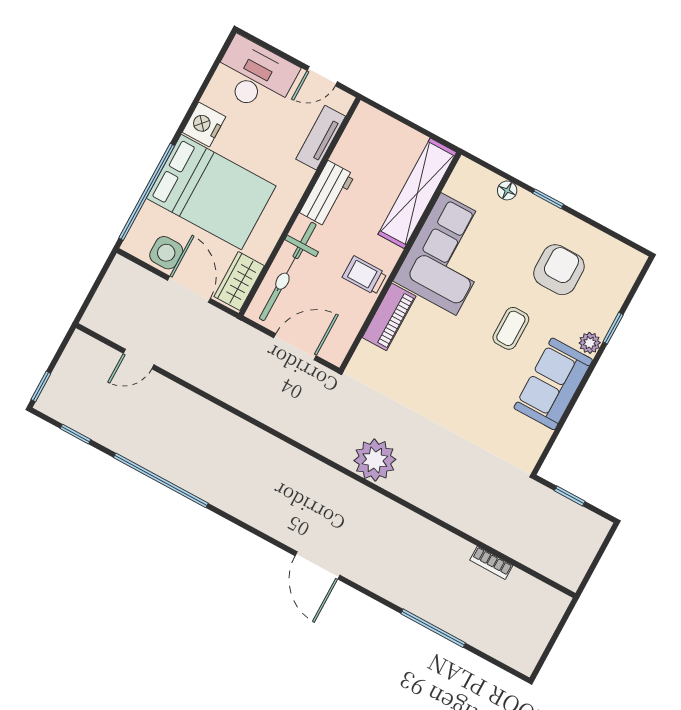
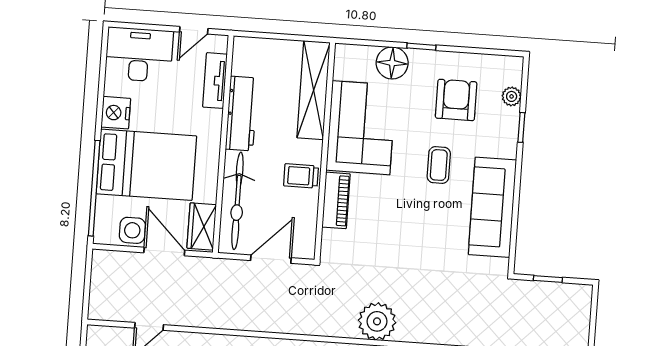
floor lamp: (507, 190) -> (392, 63), width x1.89, depth x1.89
workbench: (327, 194) -> (242, 114), width x1.38
plant: (590, 343) -> (512, 96), moved
sofa: (553, 384) -> (492, 207), width x1.36

